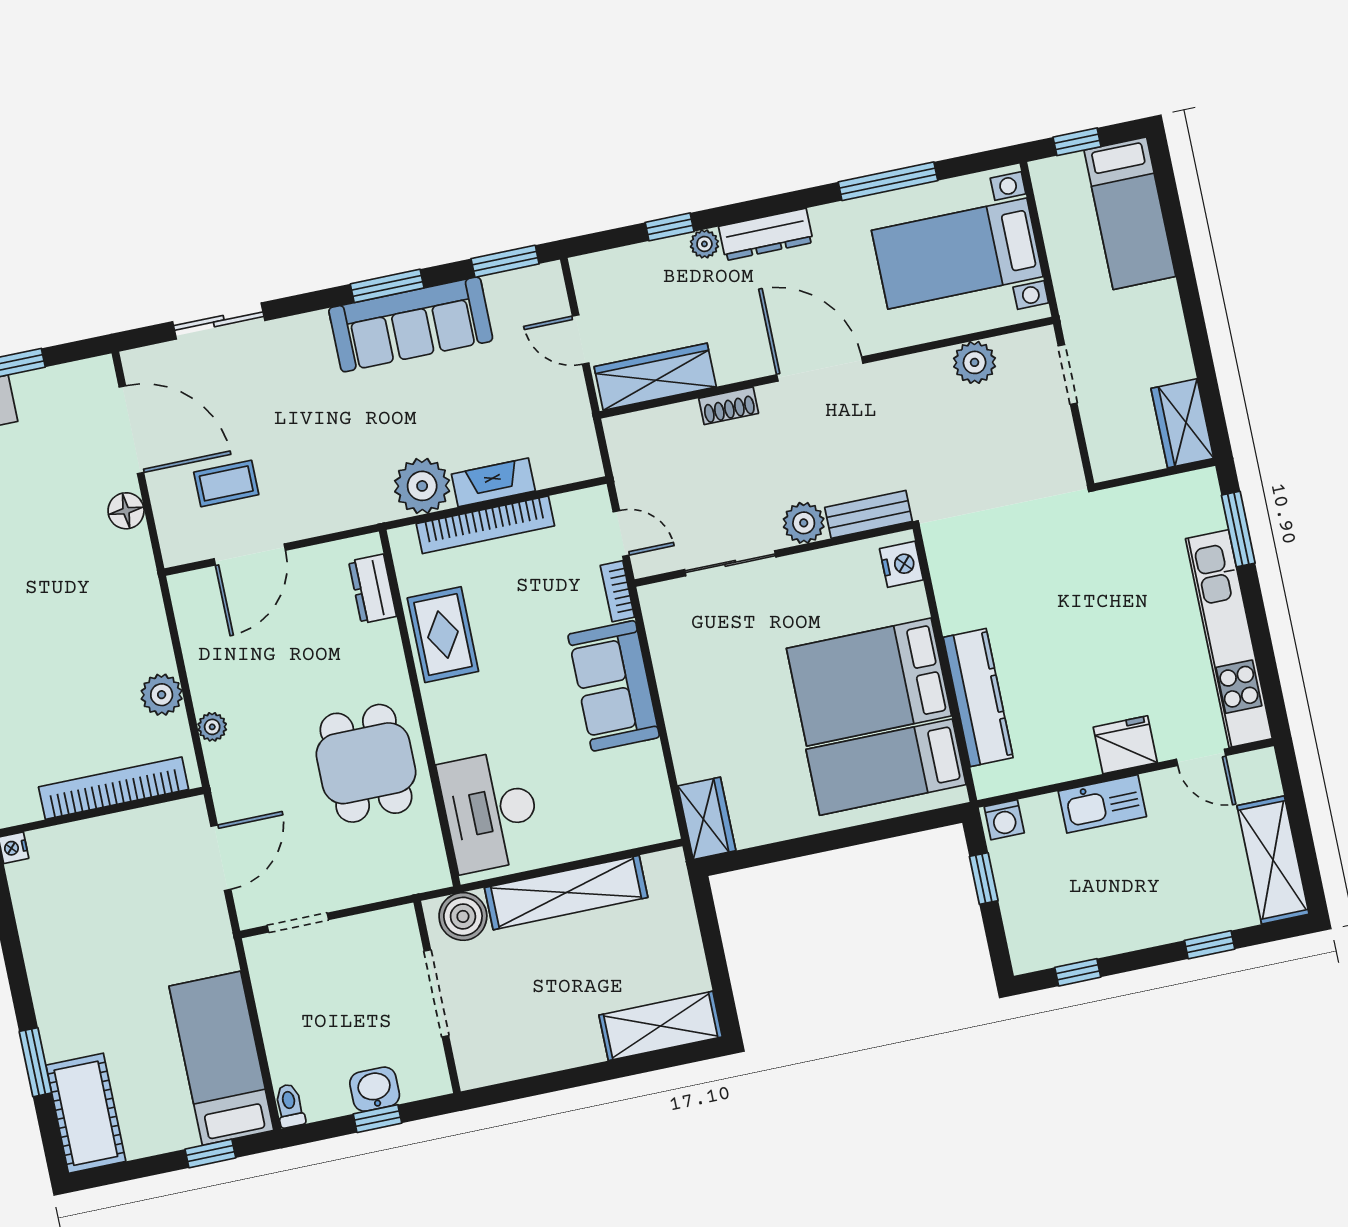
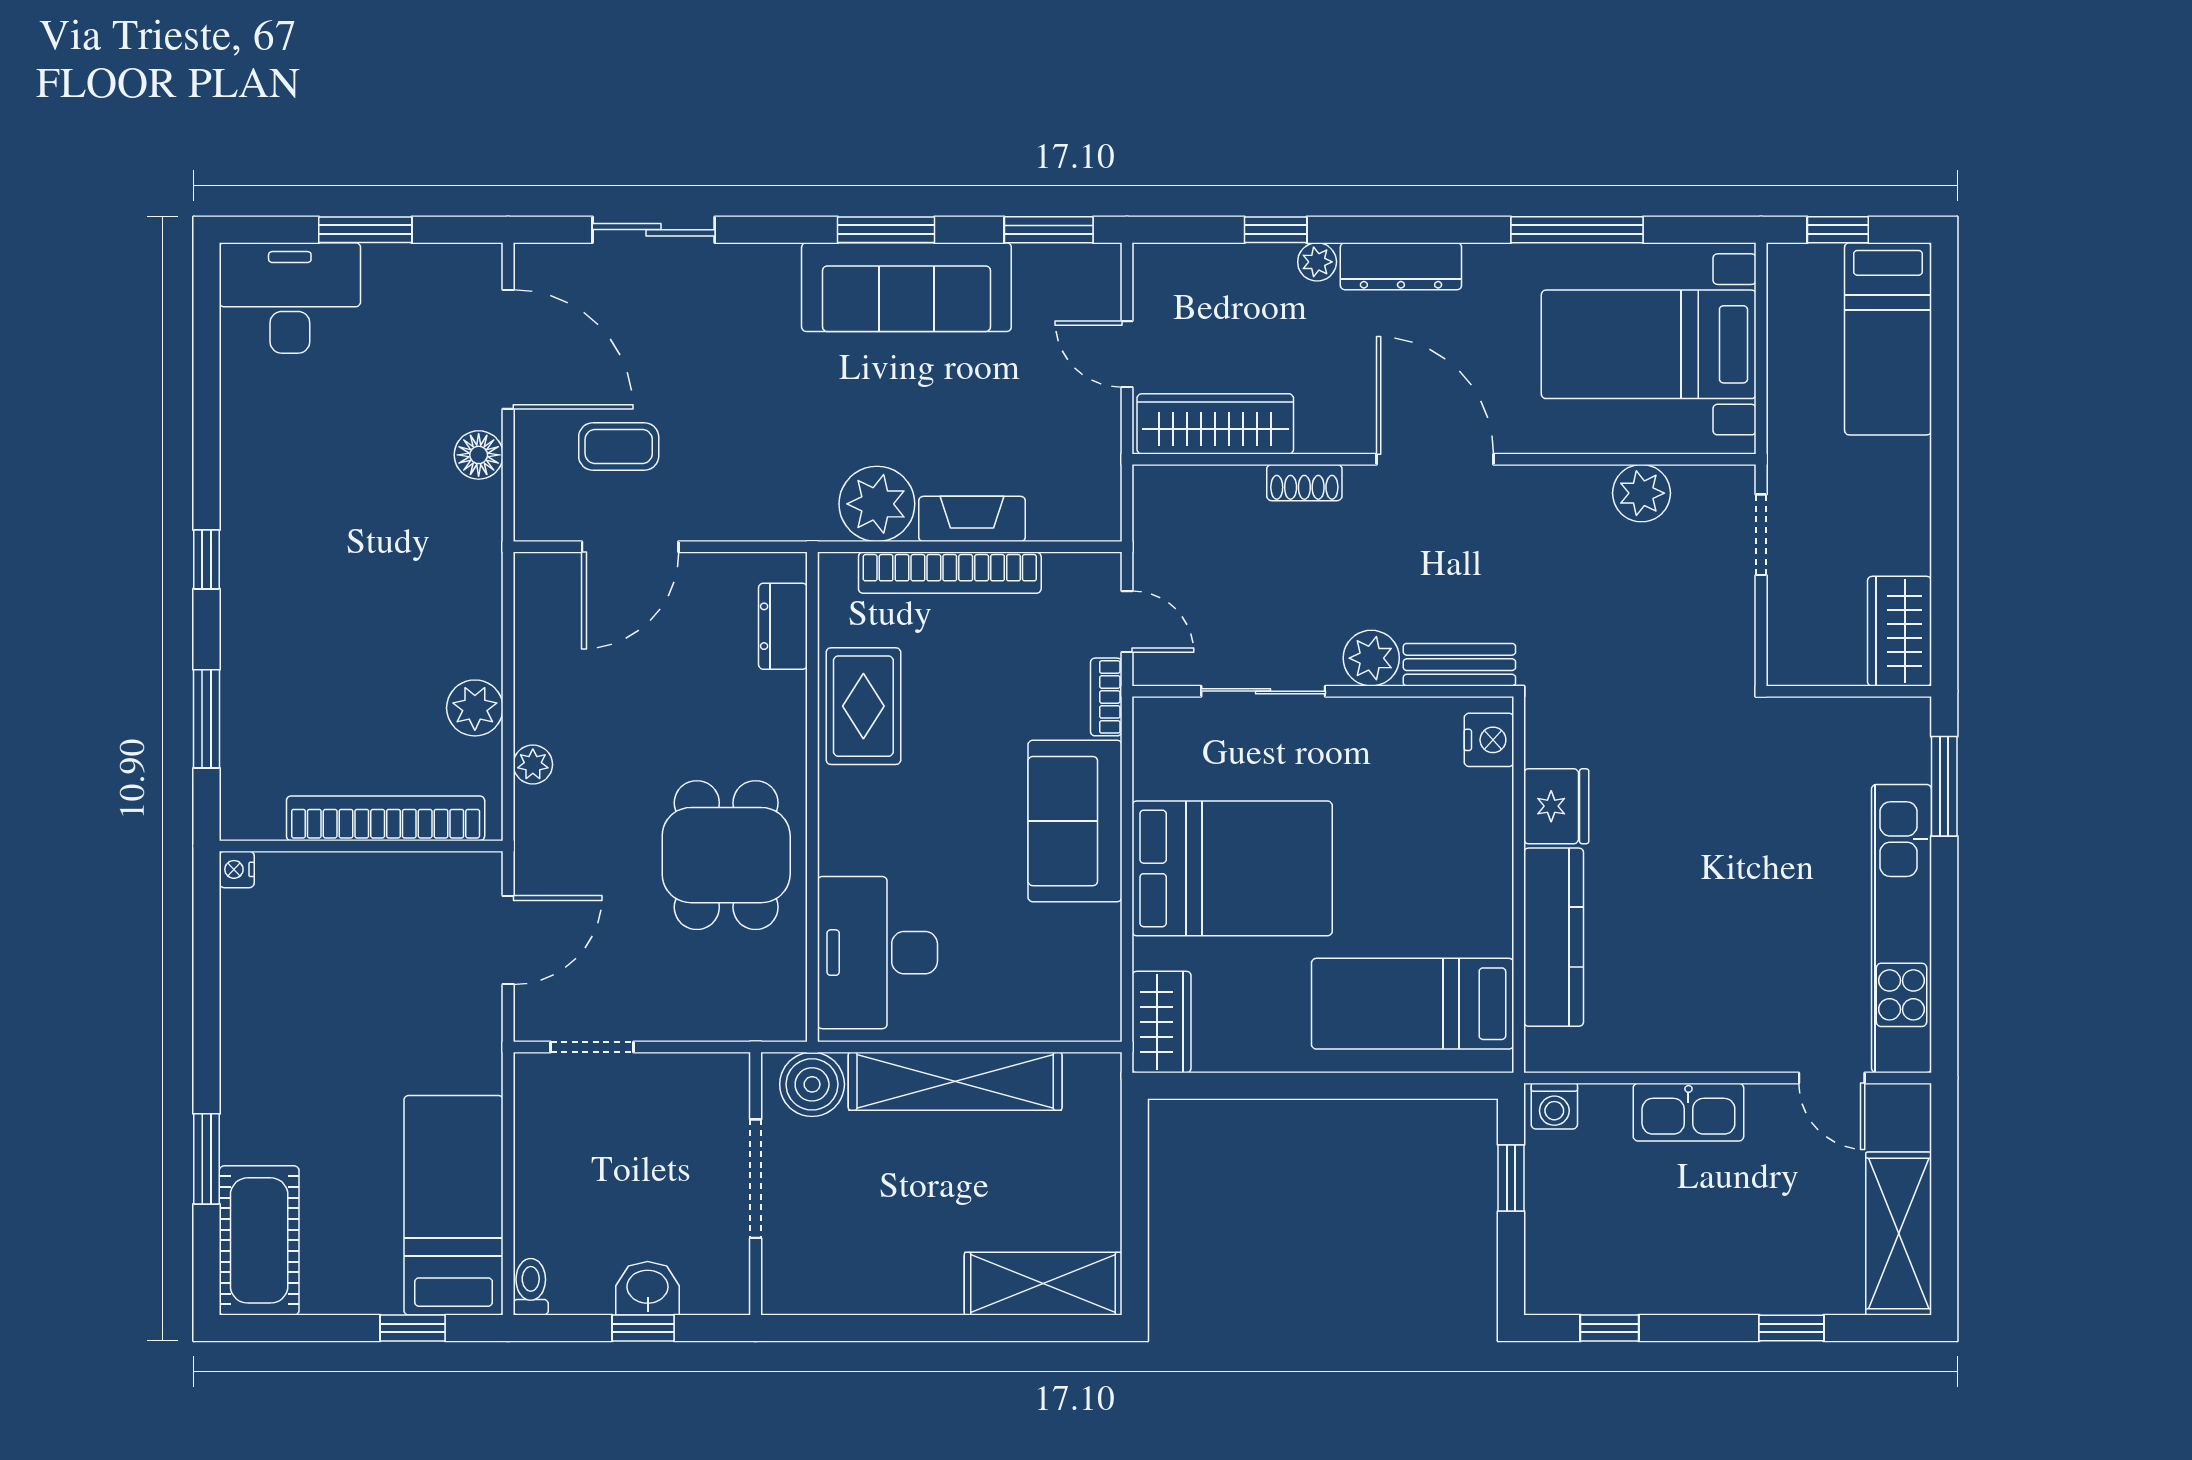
bed: (869, 682) -> (1232, 868), moved, turned 180
fridge: (1125, 745) -> (1556, 806), moved, turned 90

